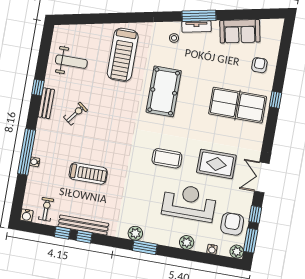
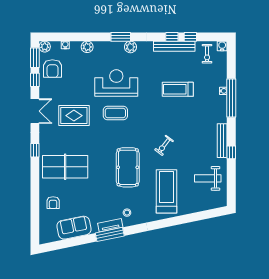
window: (275, 100) -> (35, 150), moved
bench: (46, 103) -> (222, 141), width x1.36
exercise bike: (76, 114) -> (164, 145), moved
reception desk: (189, 203) -> (116, 83), moved, turned 180

